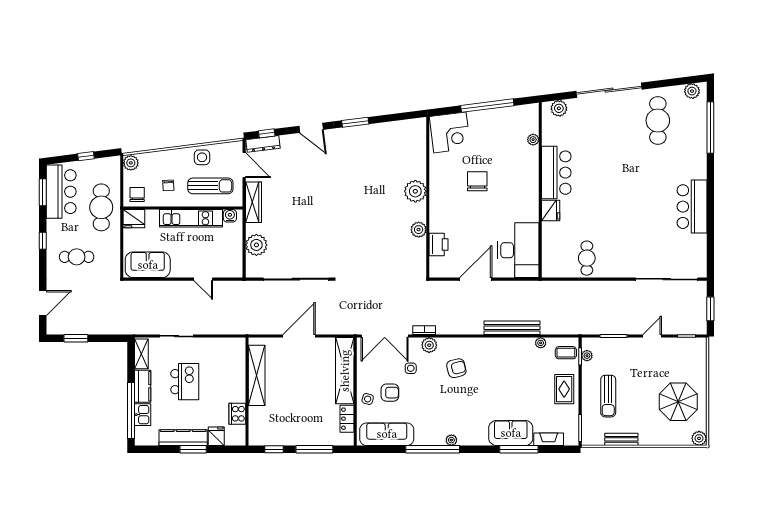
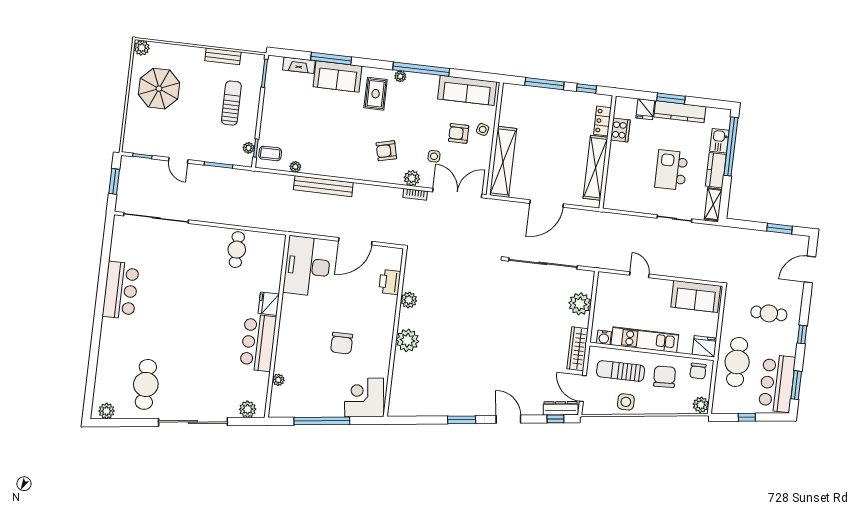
window: (710, 128) -> (92, 371), removed
chair: (168, 185) -> (664, 377), width x1.87, depth x1.87
door: (652, 336) -> (178, 160), hinge flipped
rug: (564, 389) -> (376, 94), moved
locker: (347, 419) -> (602, 121), moved, turned 180

